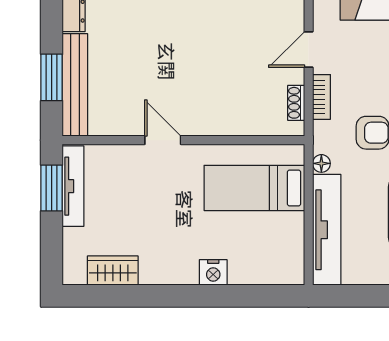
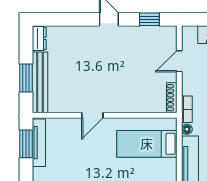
bookcase: (322, 97) -> (187, 109), moved
shoe rack: (296, 103) -> (172, 98), width x1.43
door: (163, 140) -> (92, 115), swing flipped

